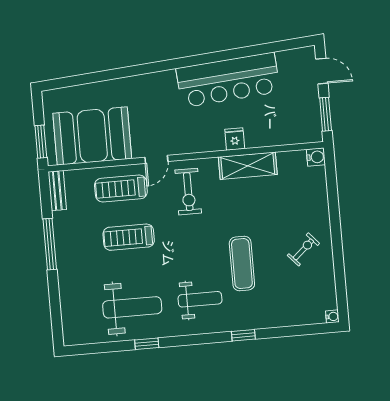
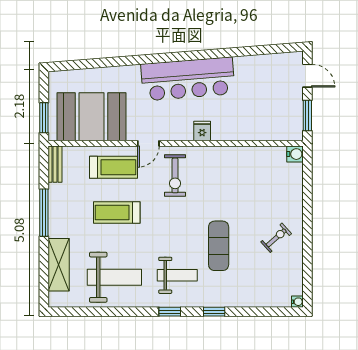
bar counter: (228, 80) -> (188, 79), moved
fridge: (235, 139) -> (202, 131), moved
shelving: (248, 166) -> (59, 265), moved, turned 90
treadmill: (121, 189) -> (114, 167), turned 180
window: (147, 344) -> (170, 312), moved

